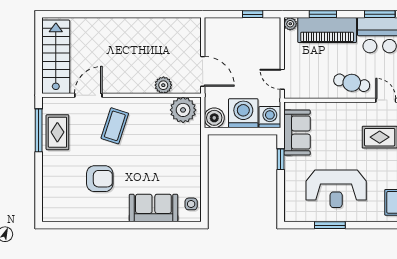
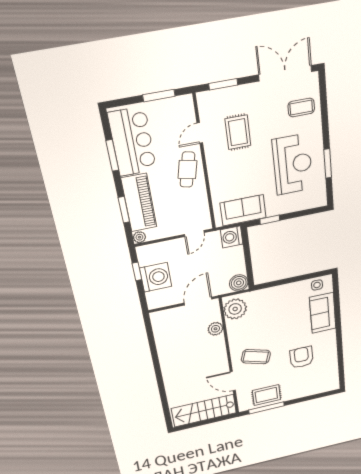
washing machine: (243, 113) -> (156, 277), moved, turned 180

